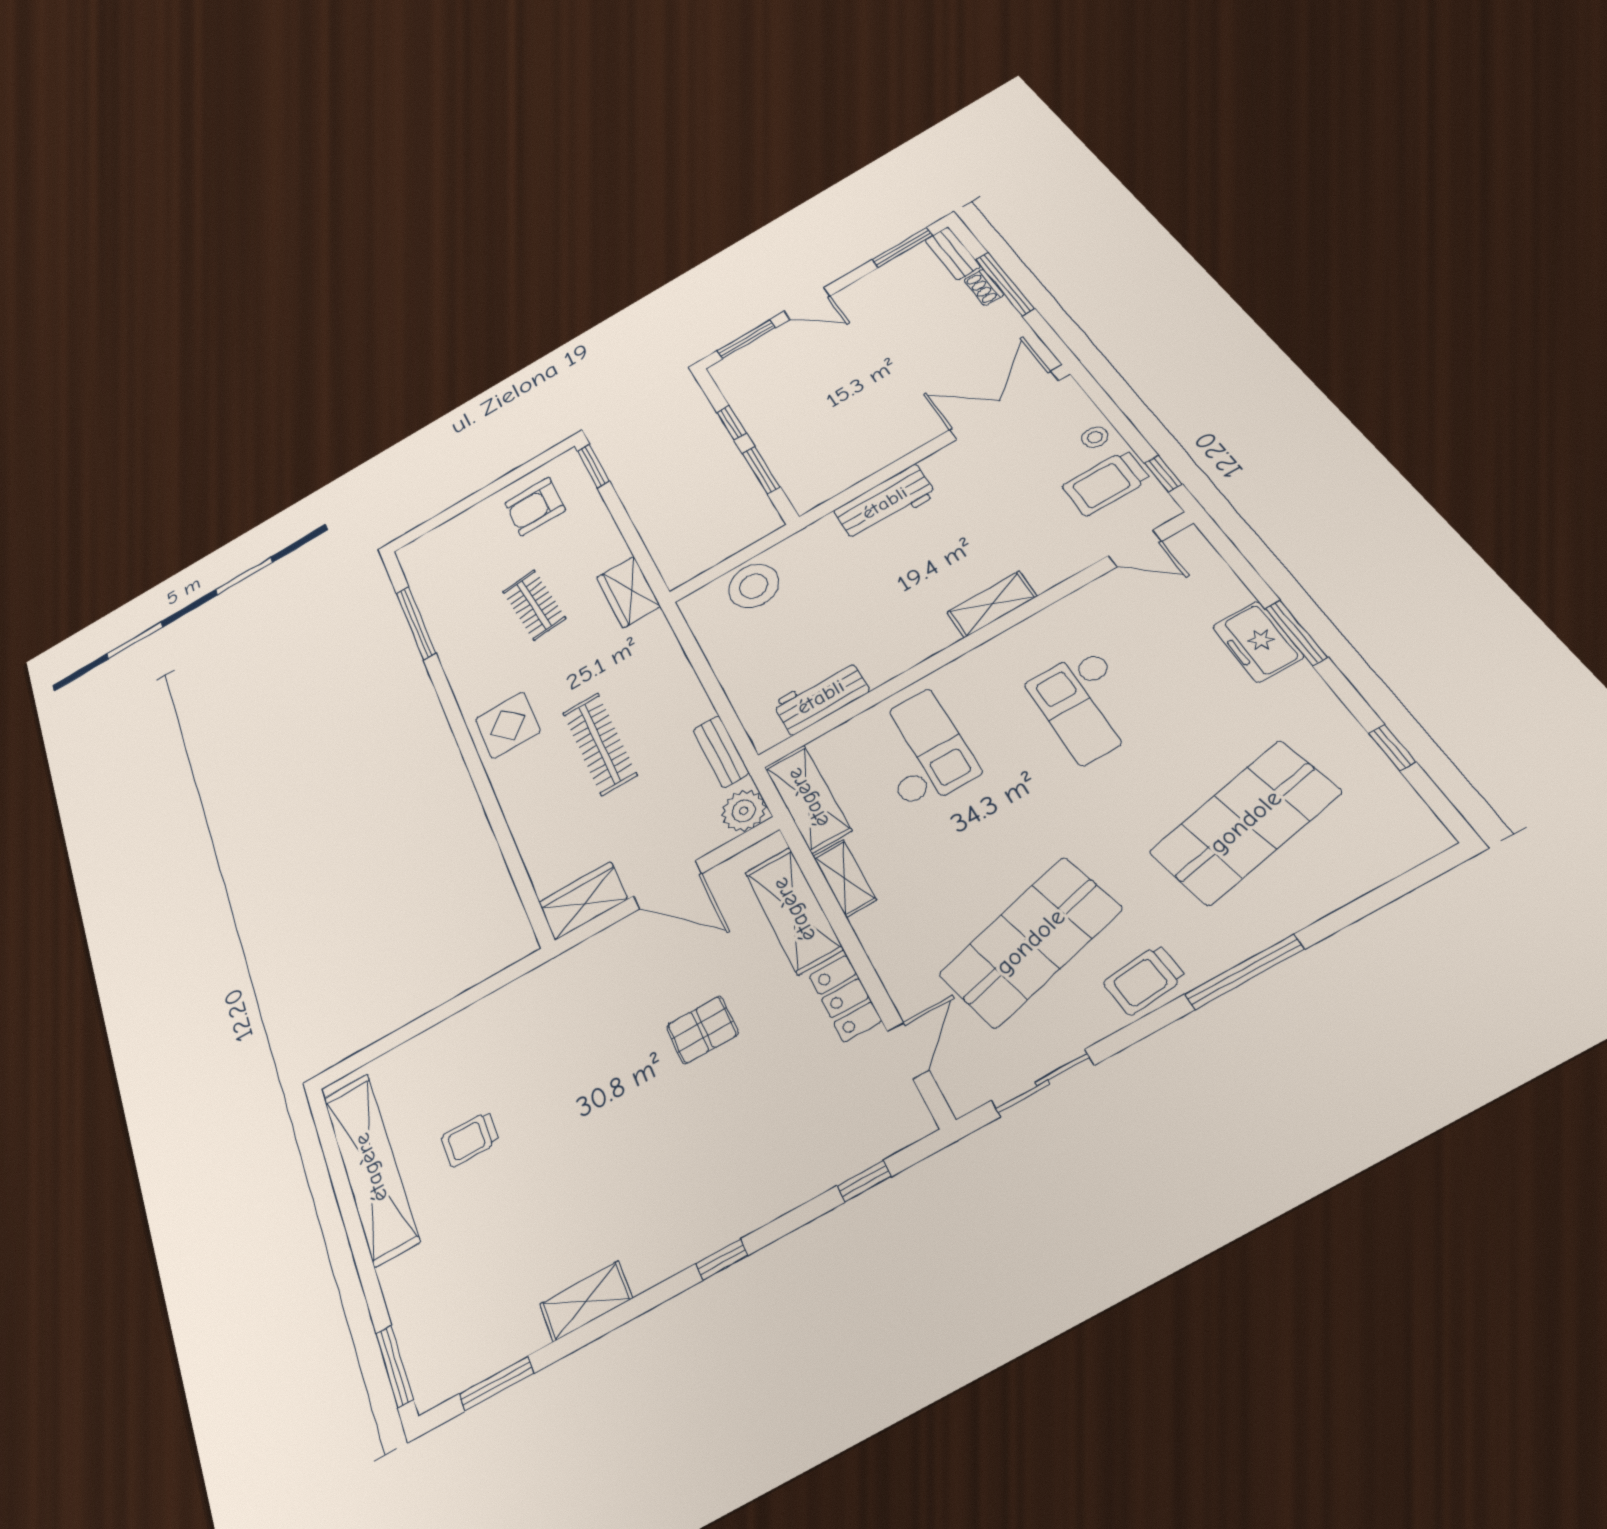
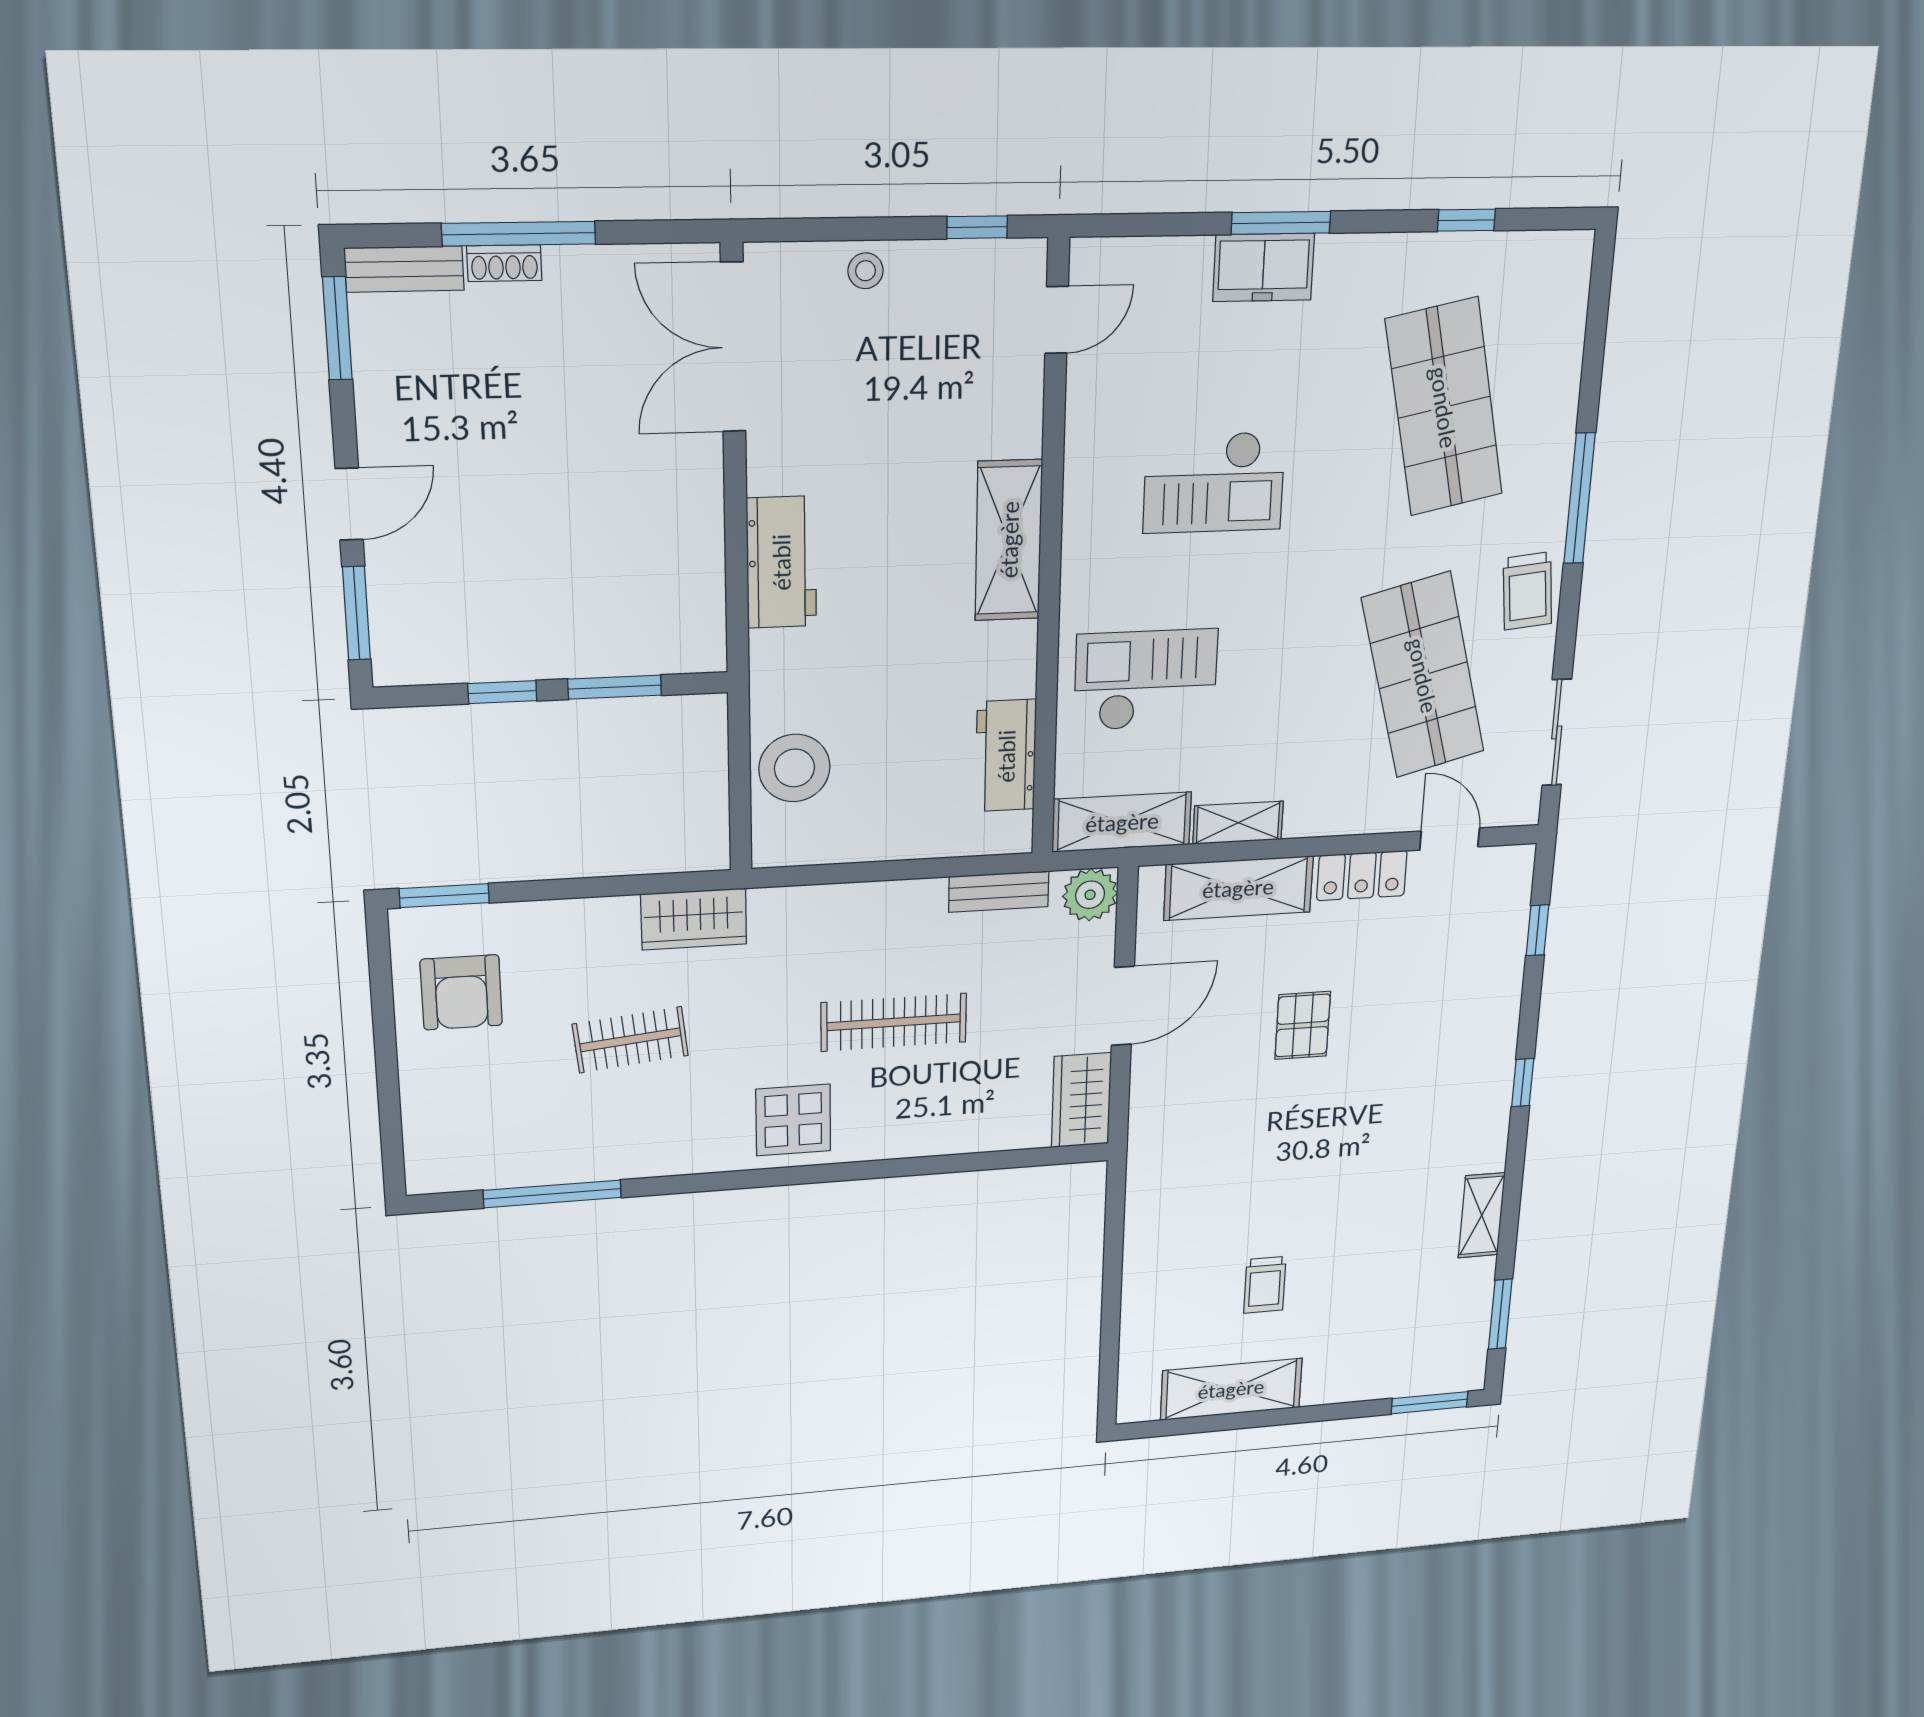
trolley: (1106, 483) -> (942, 297), removed
shelving: (992, 604) -> (1009, 540), width x1.50, depth x1.33
shelving: (371, 1168) -> (1231, 1389), width x0.68

